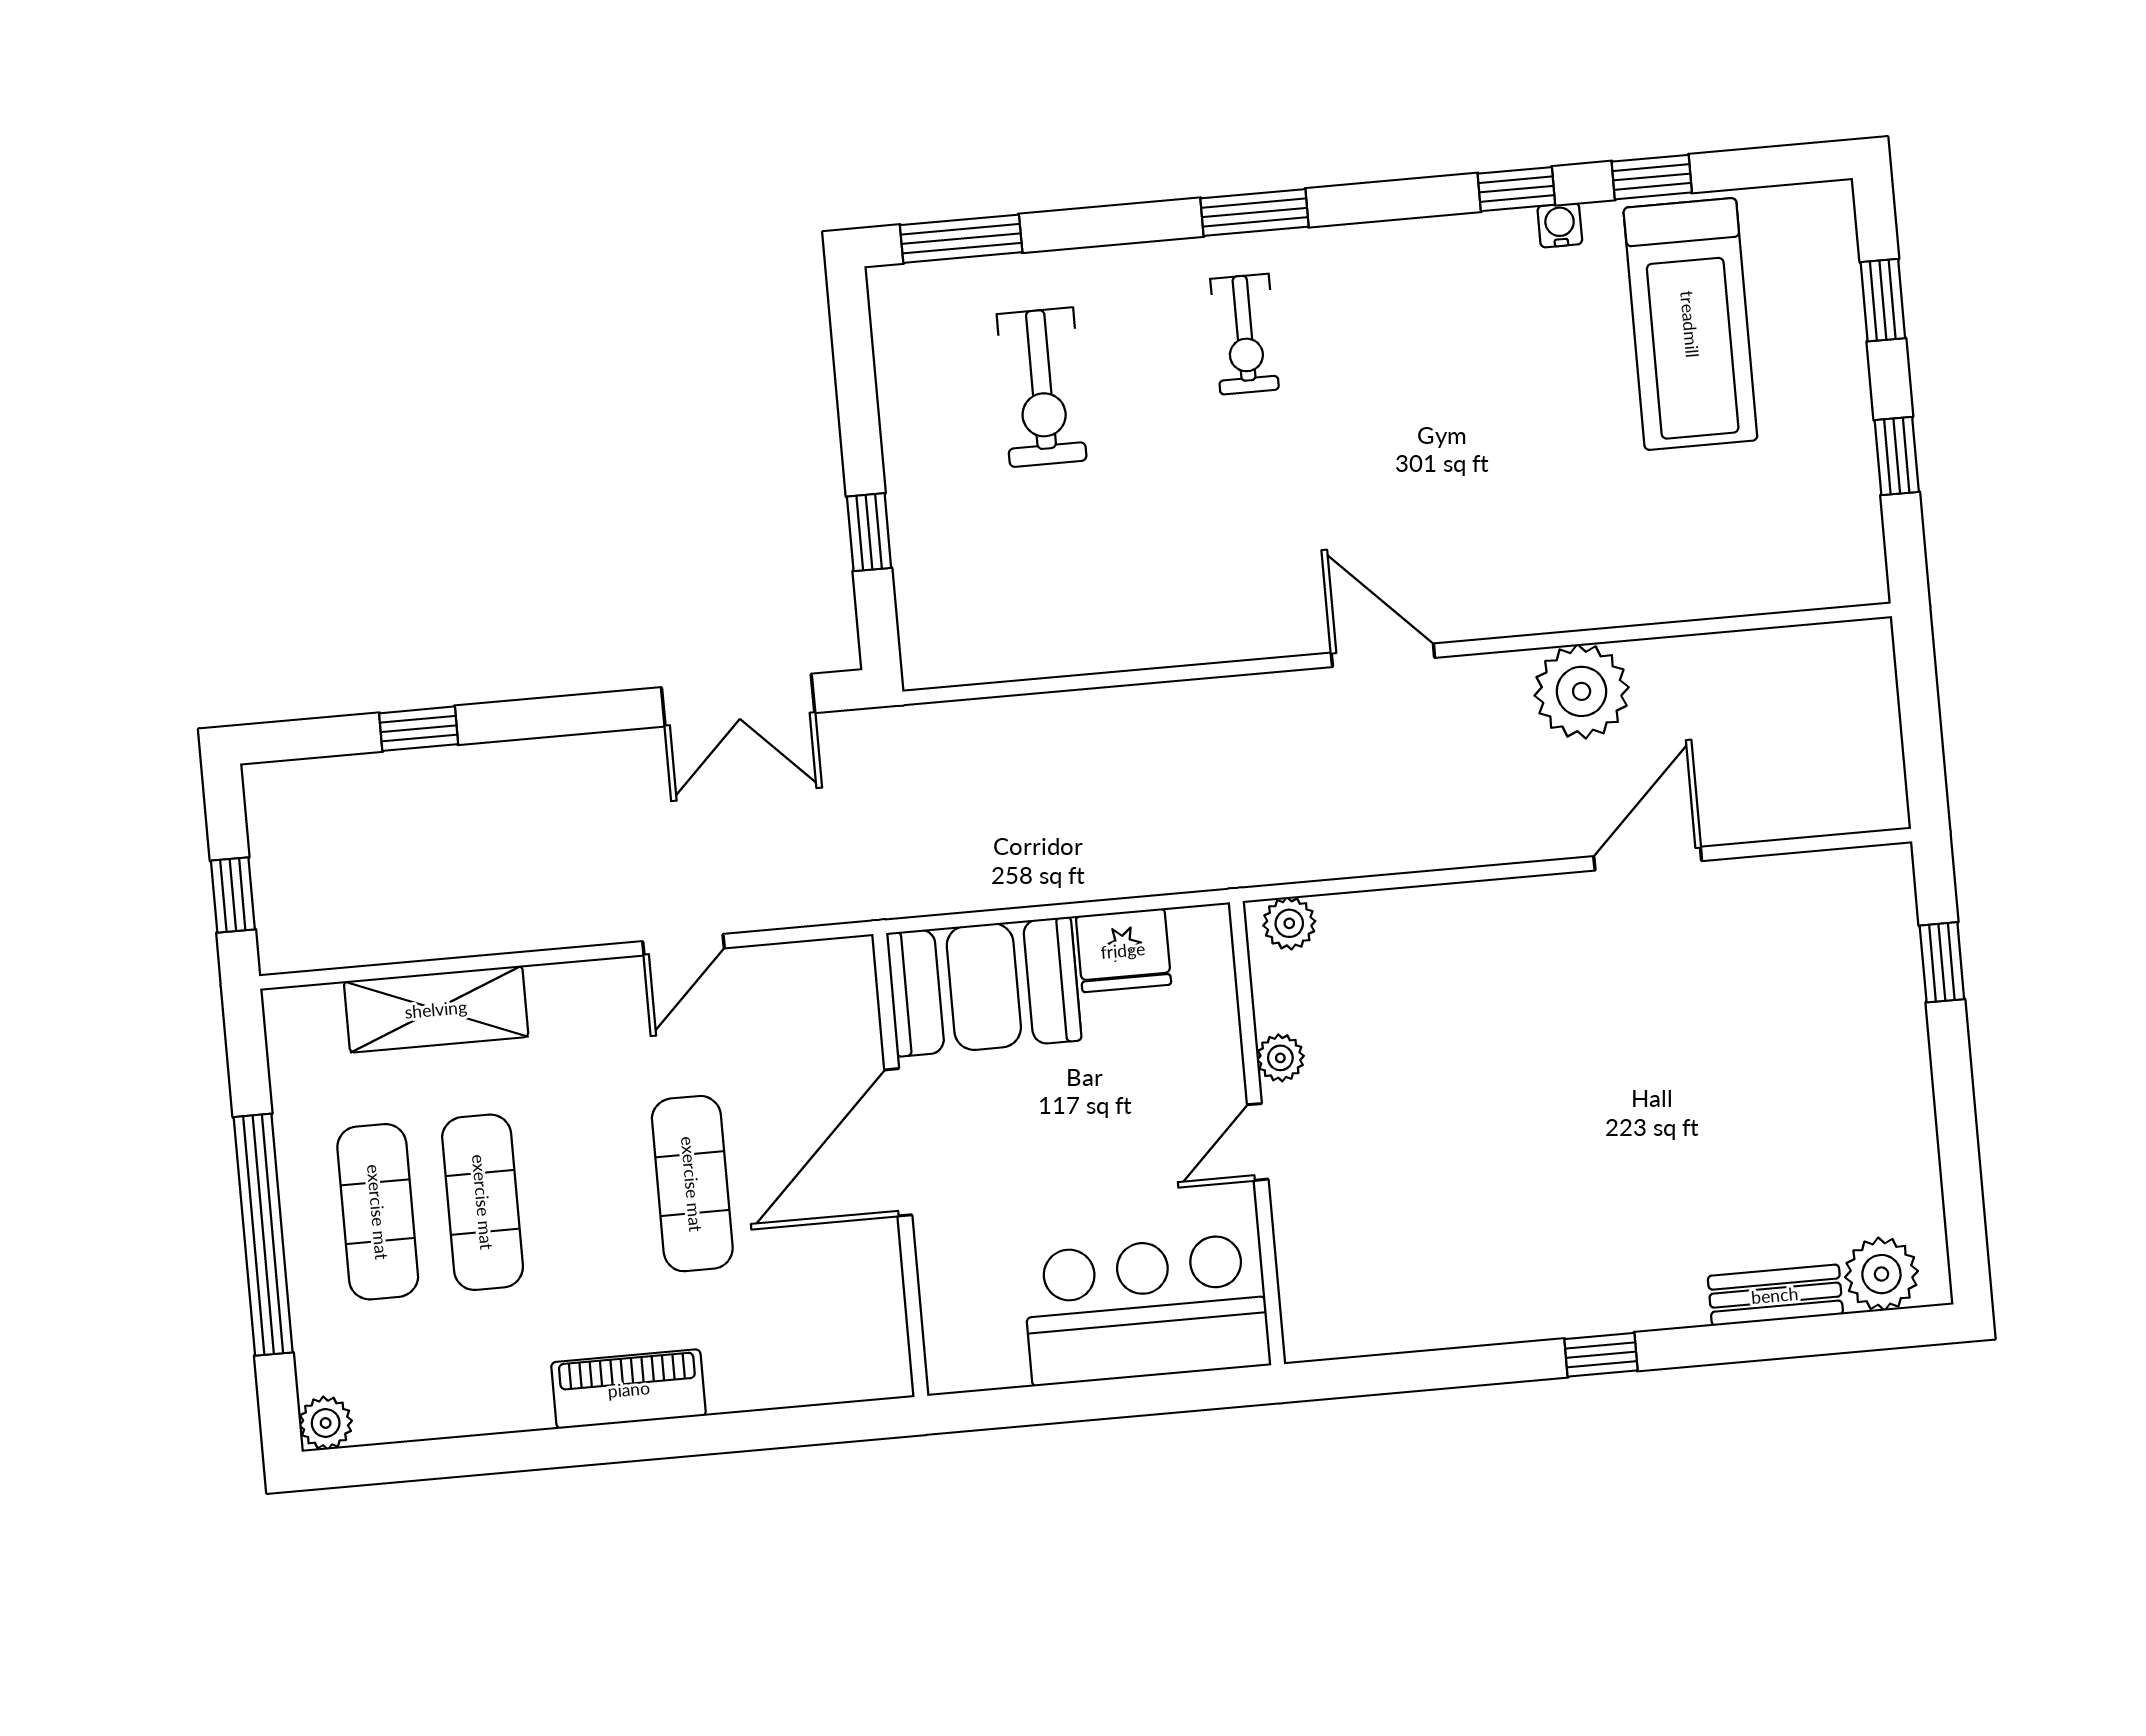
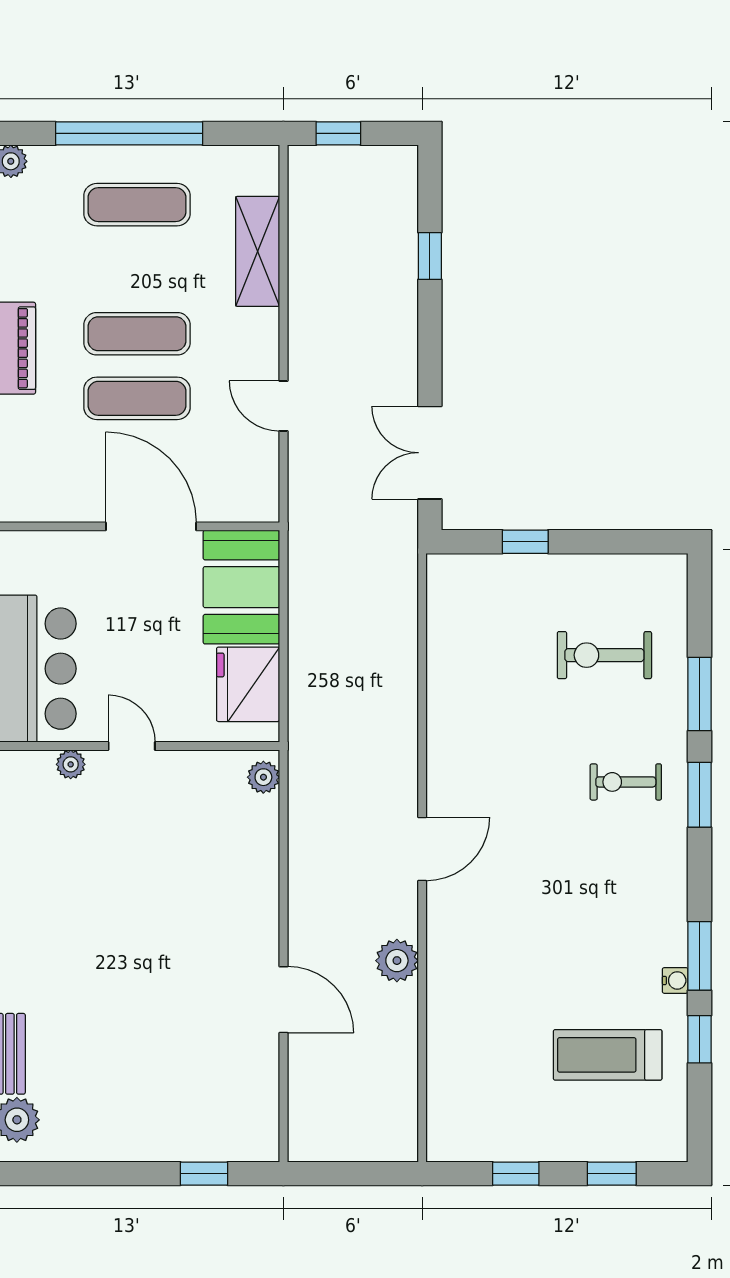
window: (1516, 189) -> (700, 956), width x1.50
window: (961, 239) -> (700, 694), moved
treadmill: (1690, 324) -> (608, 1055), width x0.73, depth x0.73
plant: (1582, 691) -> (397, 961), width x0.73, depth x0.73
fridge: (1123, 950) -> (248, 684), width x1.36, depth x1.34
plant: (1280, 1058) -> (71, 764), moved
exercise mat: (483, 1202) -> (137, 334), moved

